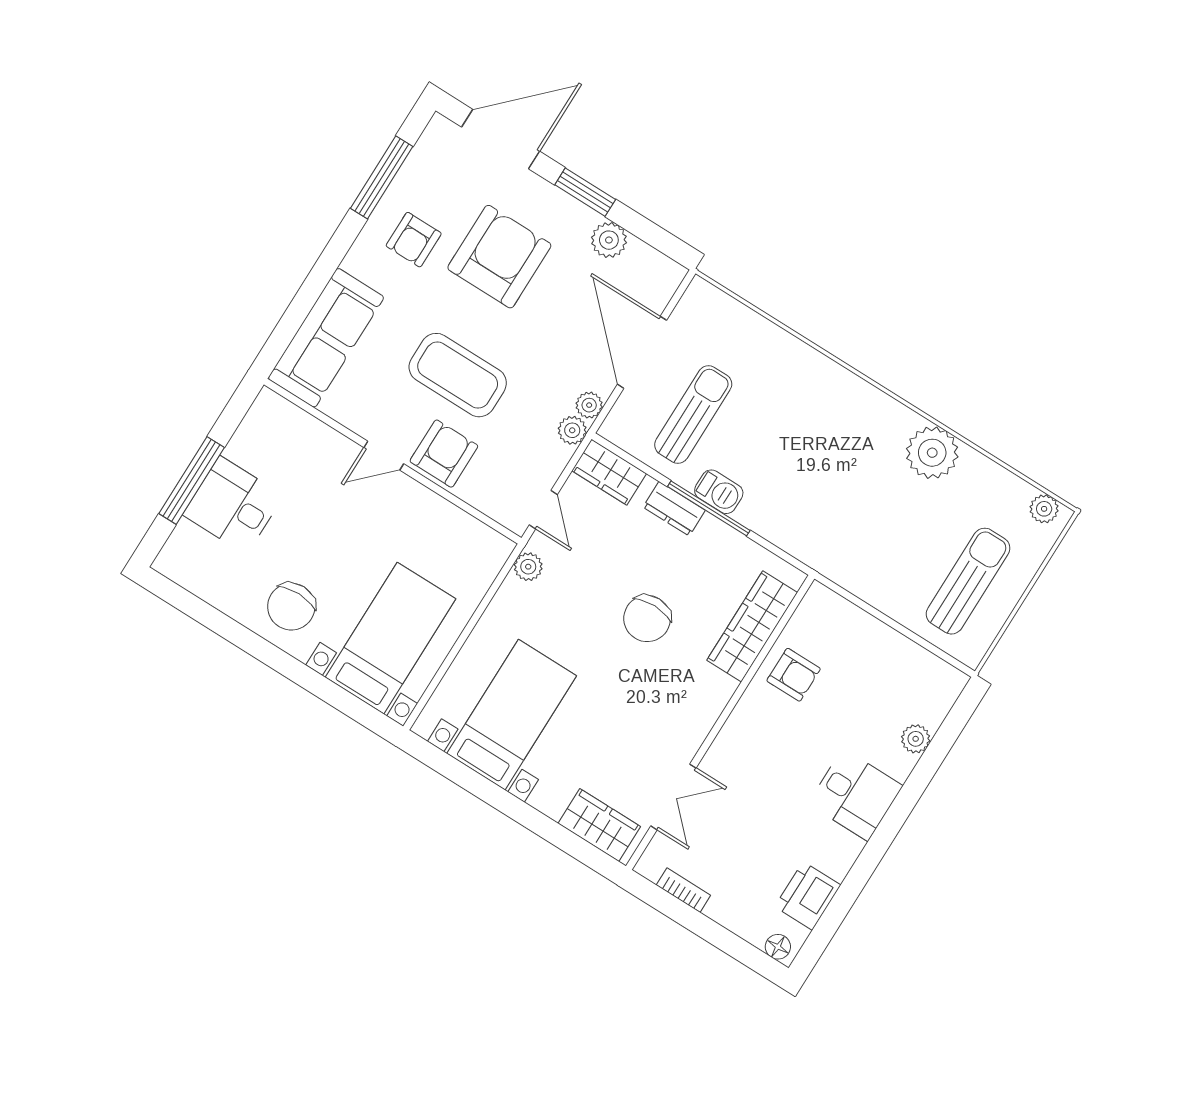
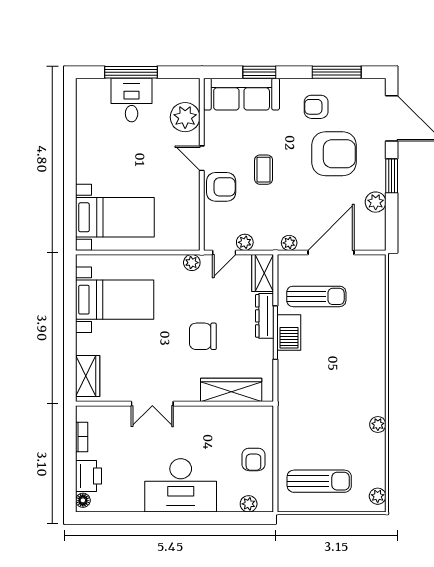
window: (310, 291) -> (259, 72), added
coffee table: (458, 375) -> (264, 170), width x0.54, depth x0.58
plant: (572, 430) -> (245, 242), moved
plant: (308, 442) -> (185, 117), added
plant: (932, 453) -> (378, 424), width x0.53, depth x0.53
barbecue: (719, 492) -> (289, 332), width x1.38, depth x1.27
dresser: (674, 509) -> (265, 316), width x1.44
chair: (291, 607) -> (100, 159), removed
armchair: (794, 675) -> (253, 459), moved
plant: (916, 739) -> (249, 504), moved
desk: (855, 795) -> (181, 485), width x1.87, depth x1.30
double door: (673, 797) -> (152, 404), moved
printer: (808, 896) -> (89, 476), moved, turned 90

